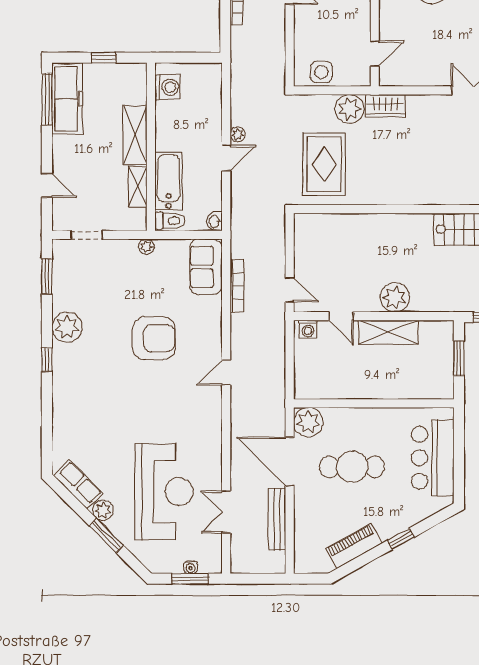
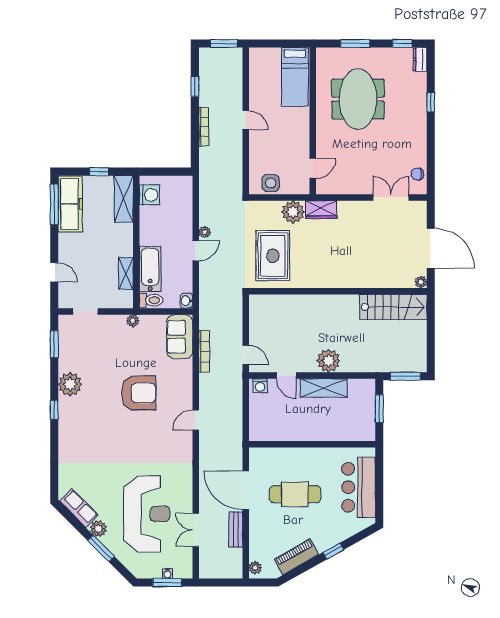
shelving: (135, 135) -> (124, 199), moved
plant: (308, 422) -> (255, 568), moved, width x0.53, depth x0.53
bench: (277, 519) -> (236, 529), width x0.73

